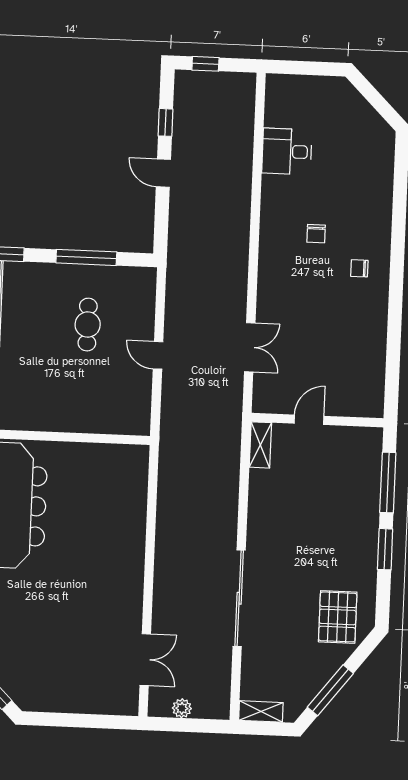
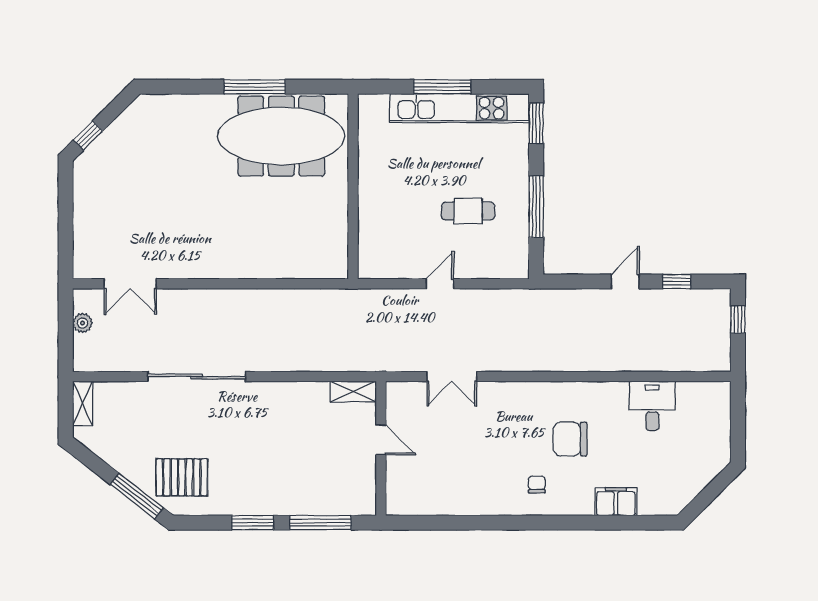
filing cabinet: (379, 191) -> (616, 502), added
chair: (316, 234) -> (570, 439), width x1.87, depth x1.87
window: (330, 690) -> (137, 496), moved

